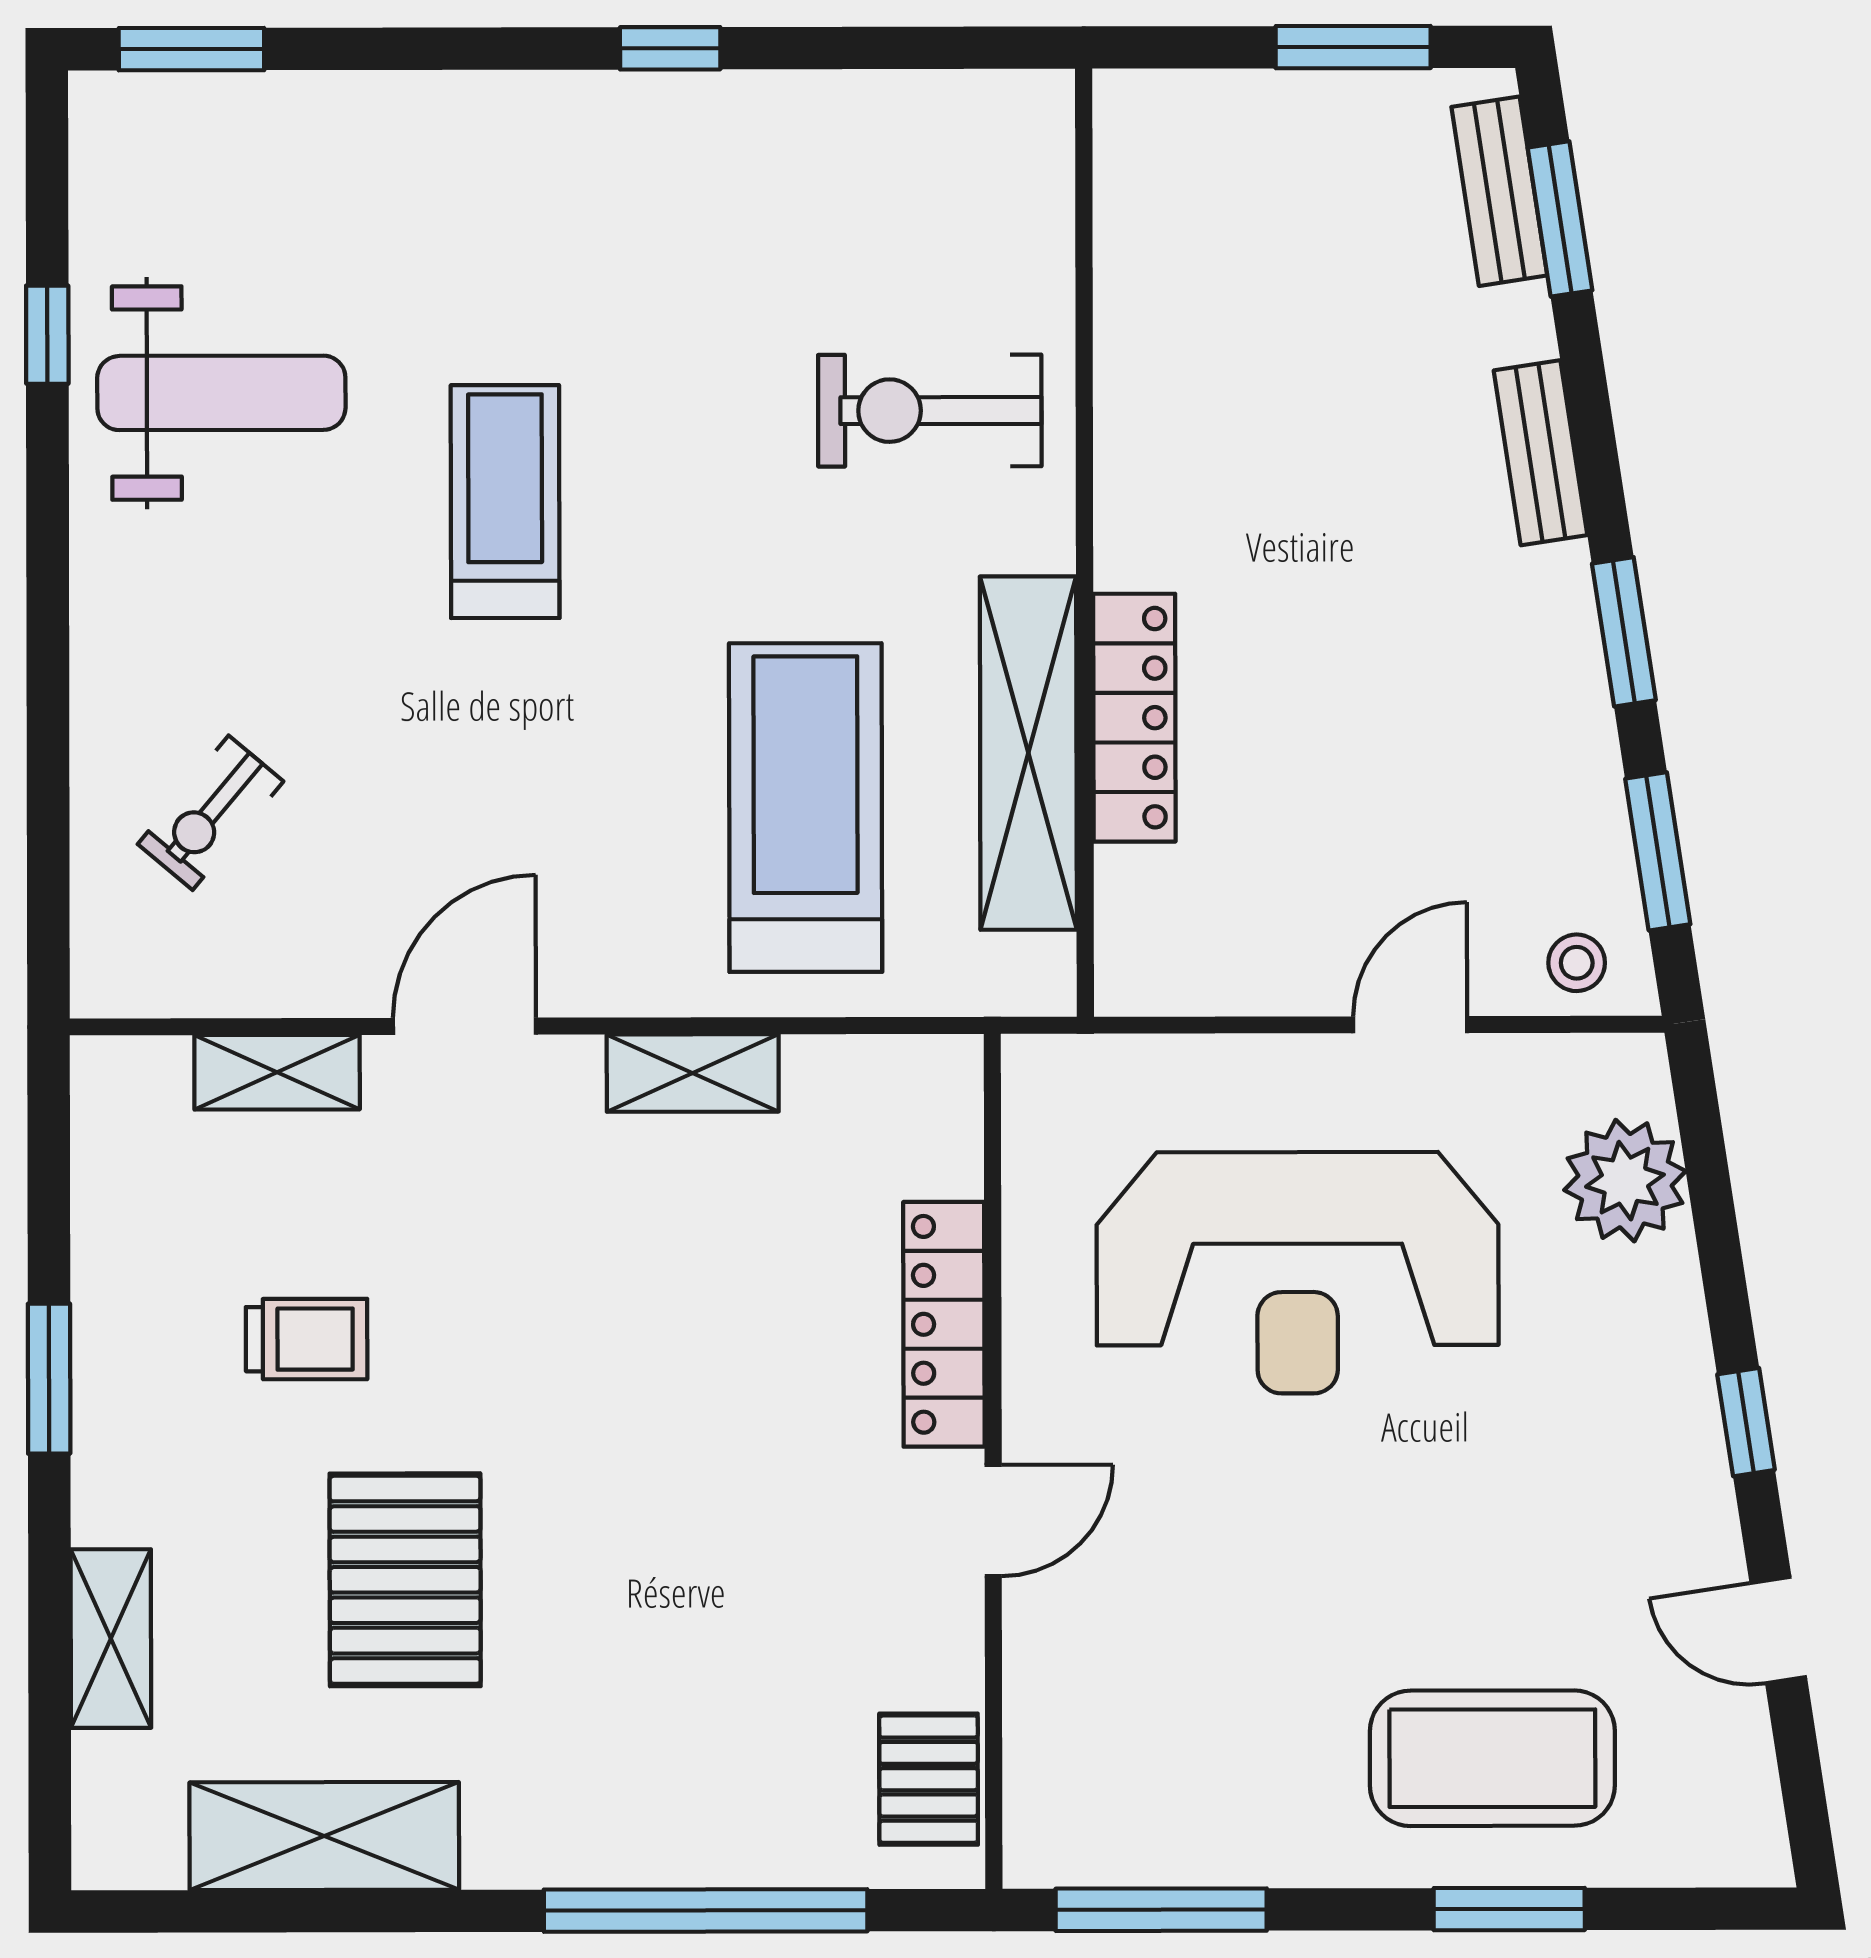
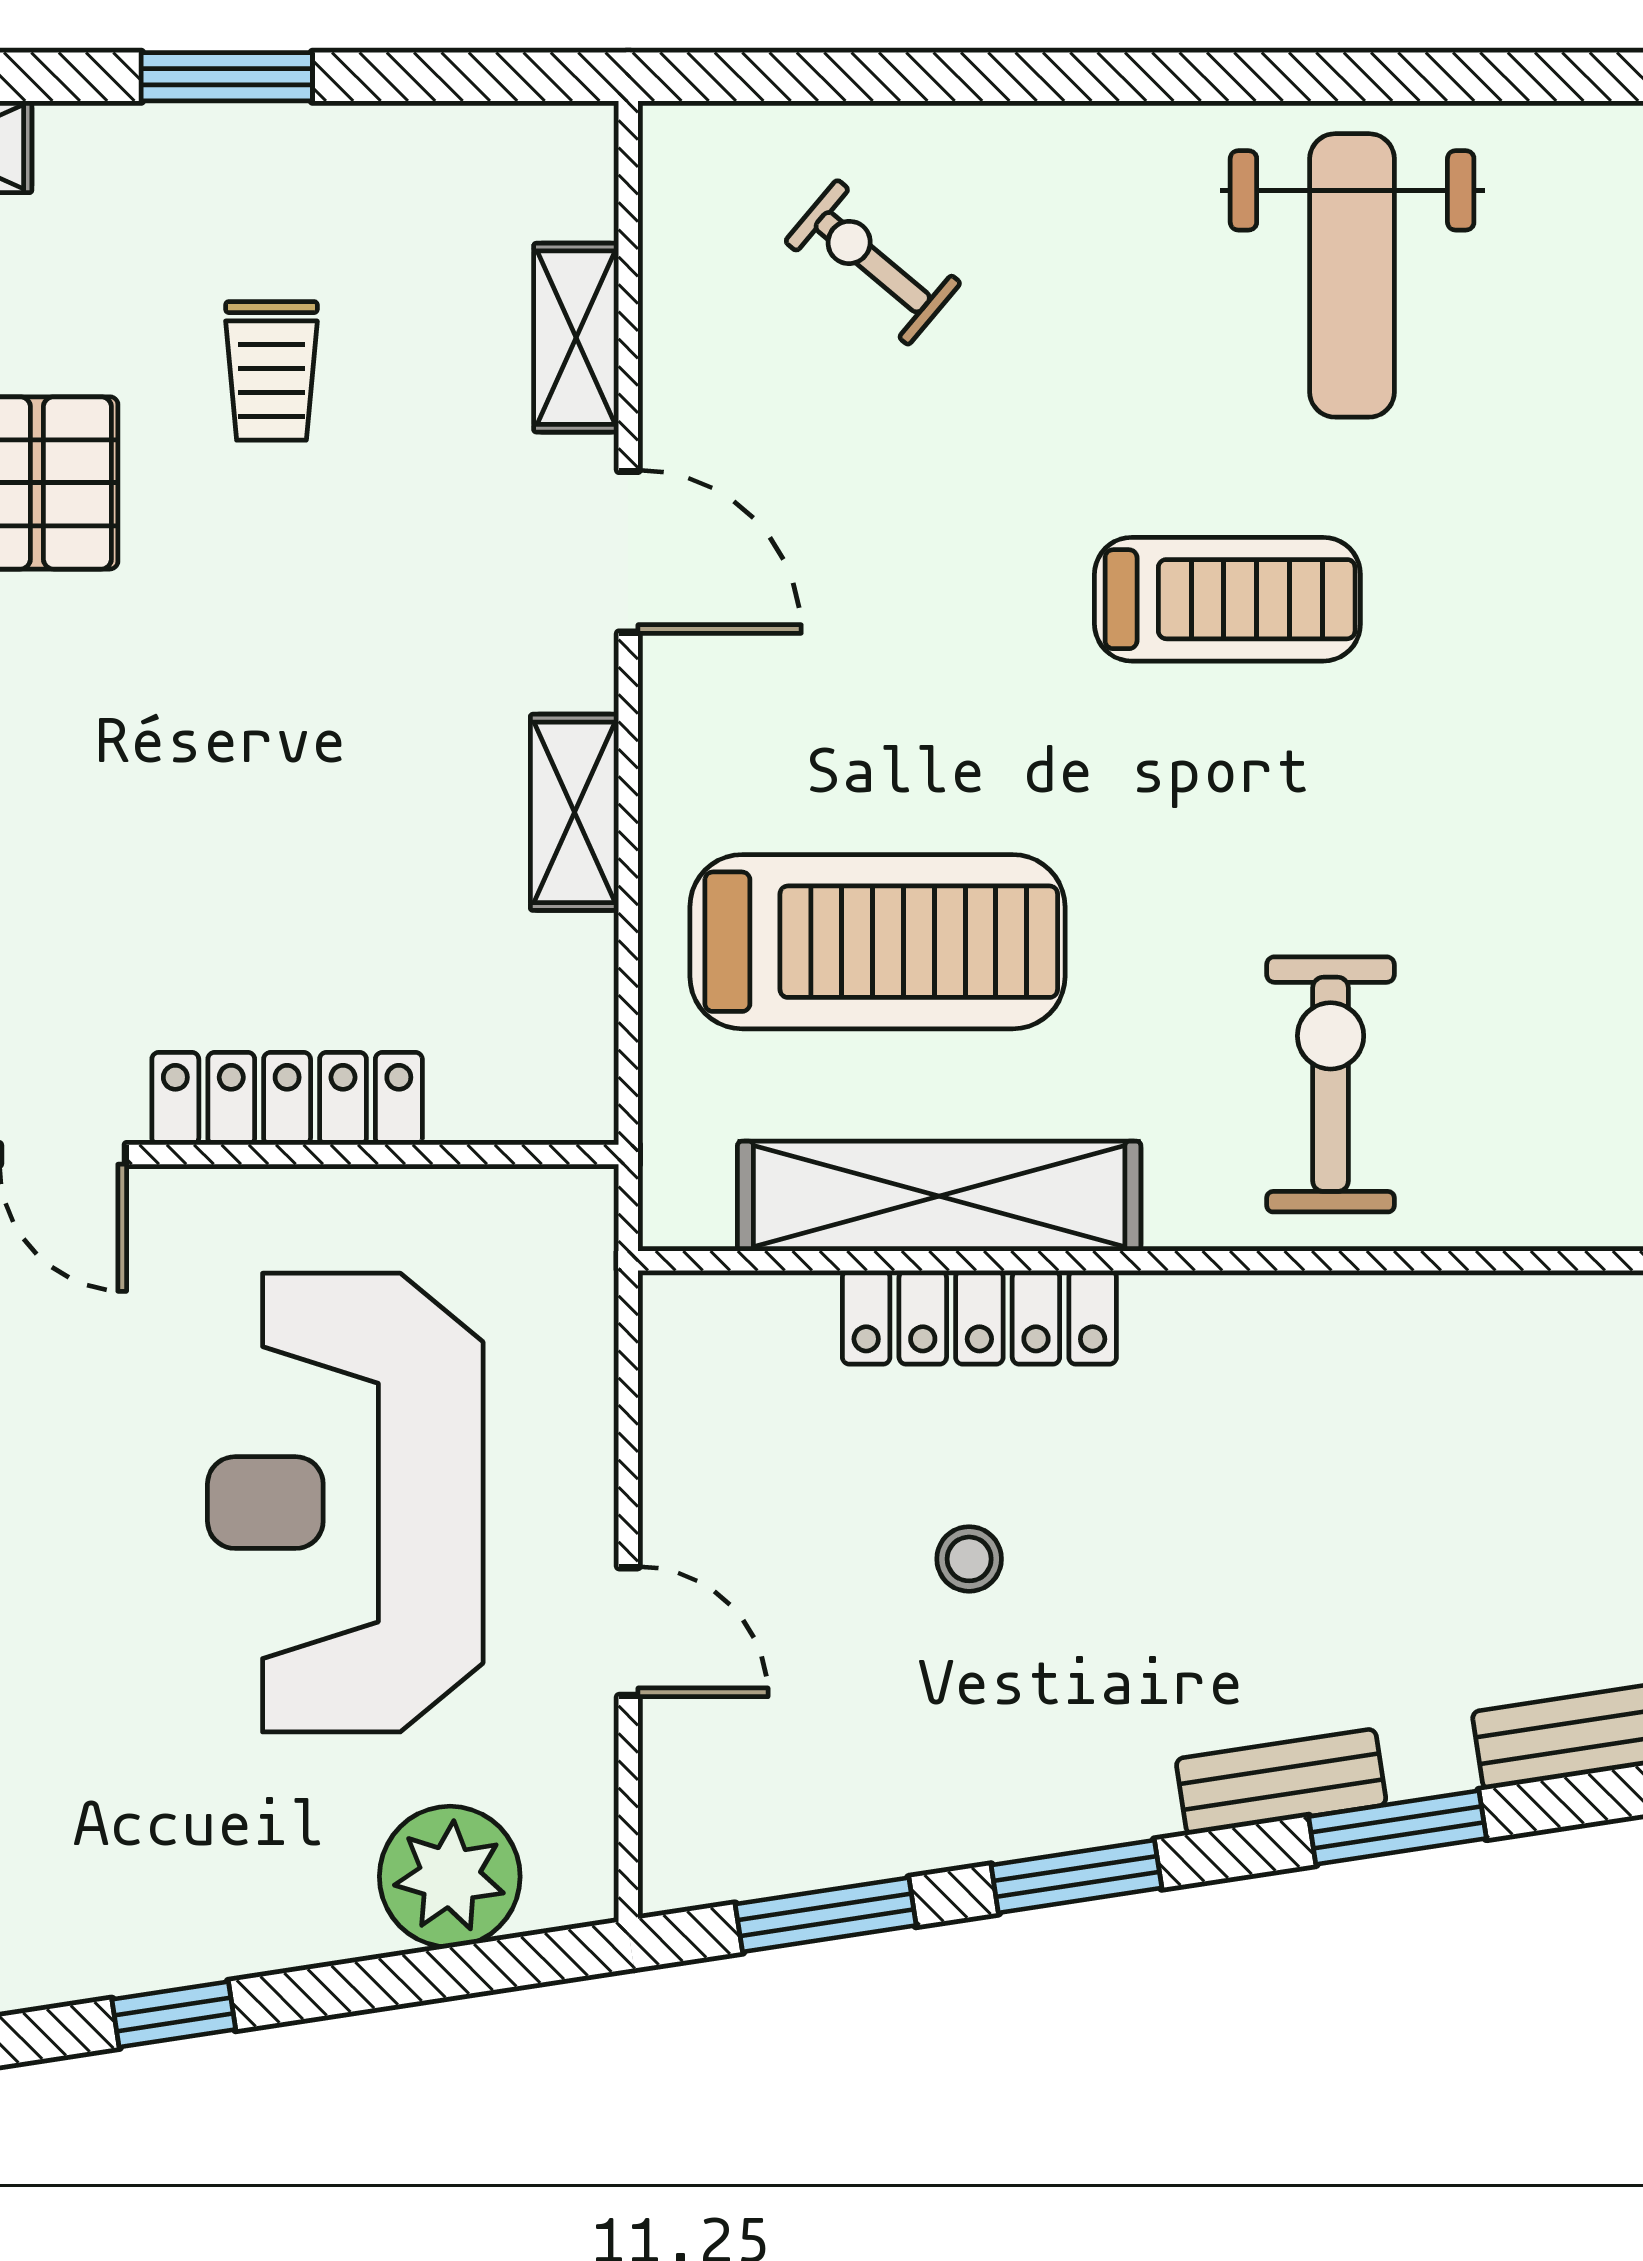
window: (1560, 219) -> (1397, 1827), moved
window: (47, 335) -> (1419, 77), removed
stool: (1577, 963) -> (969, 1559), moved

